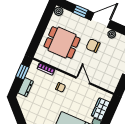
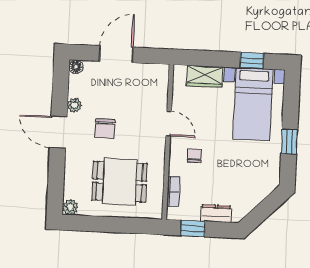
window: (80, 11) -> (56, 171), removed
dining table: (62, 42) -> (119, 182), turned 90
door: (83, 80) -> (169, 124), swing flipped

